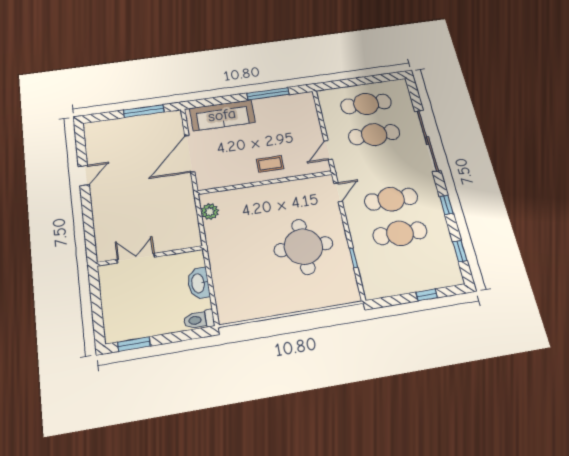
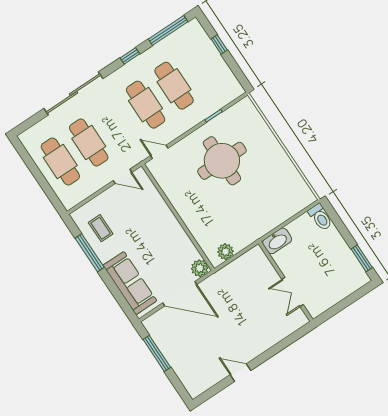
coffee table: (270, 164) -> (101, 228), moved
plant: (205, 181) -> (200, 268), added
window: (460, 251) -> (168, 30), width x2.17
washbasin: (199, 283) -> (277, 241), moved

